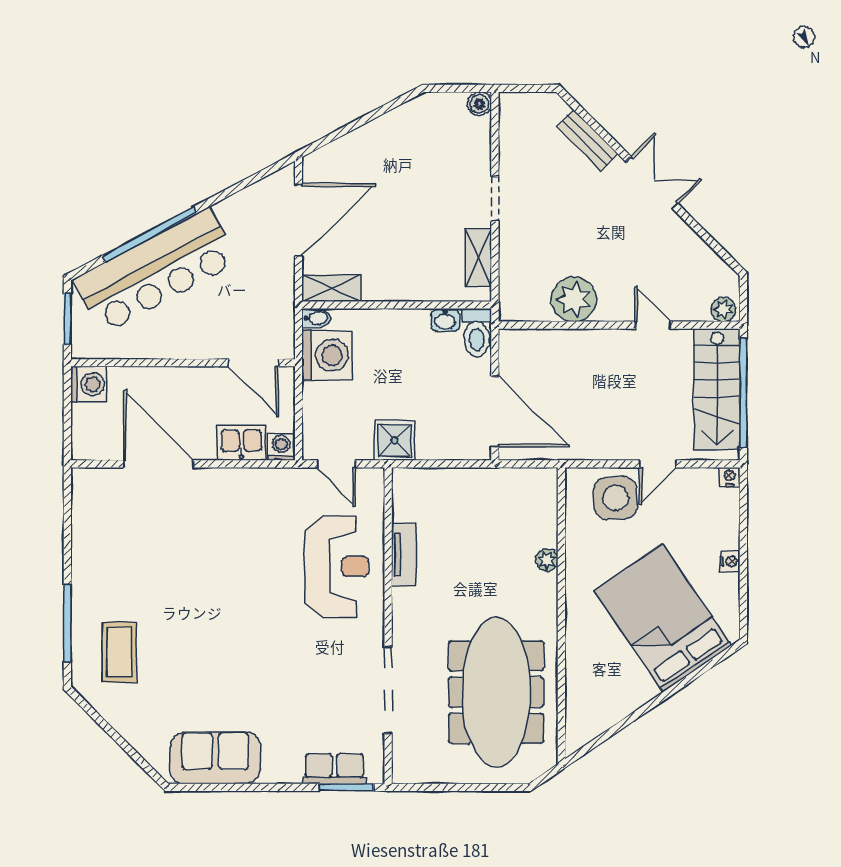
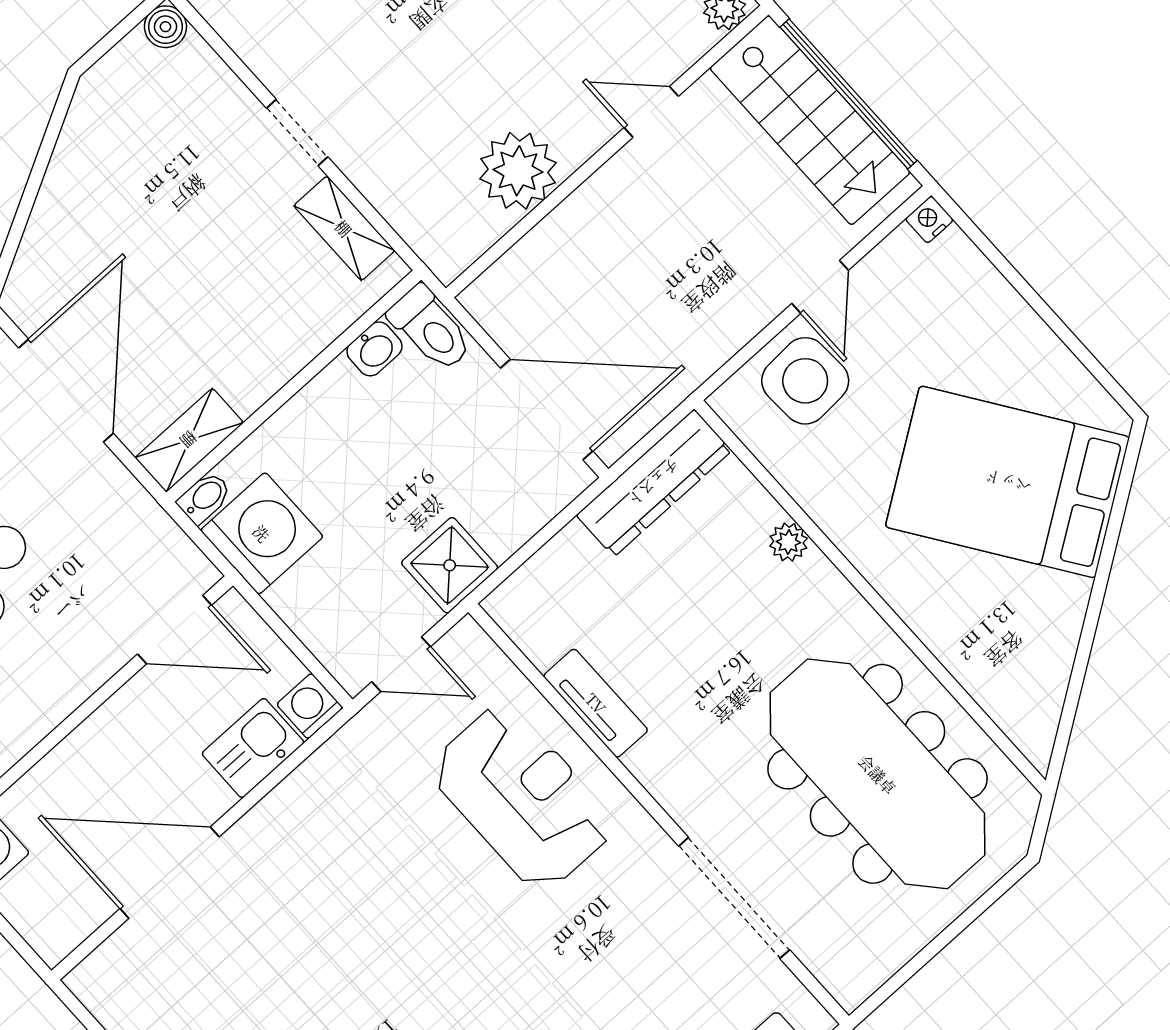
dresser: (512, 484) -> (654, 483), added
nightstand: (730, 561) -> (1029, 329), removed

